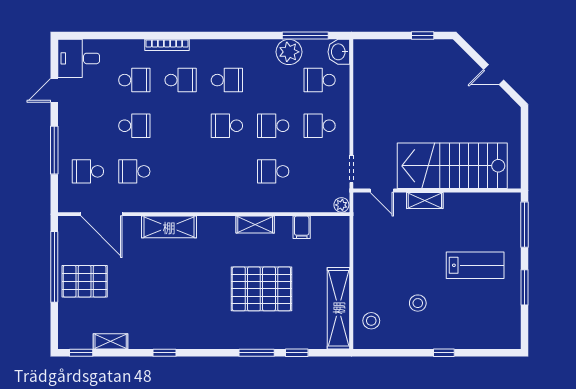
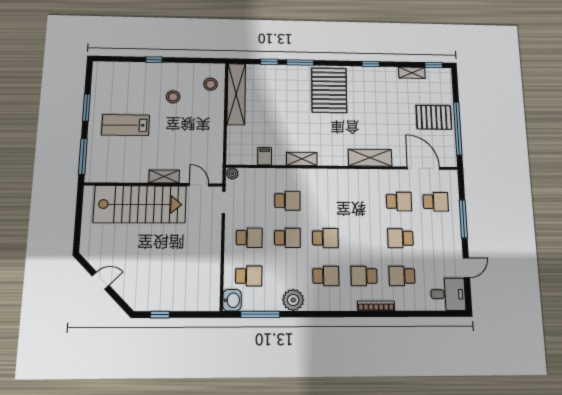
plant: (289, 52) -> (293, 300), moved
school desk: (227, 80) -> (326, 276), turned 180
pallet: (261, 289) -> (329, 90), moved, turned 90

